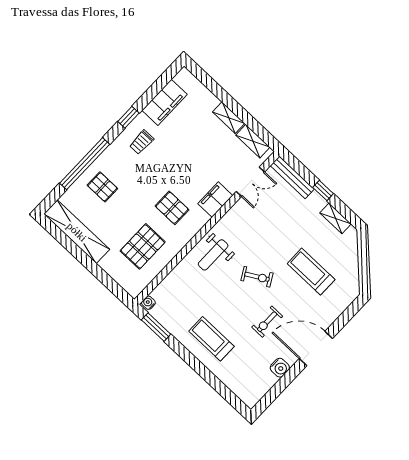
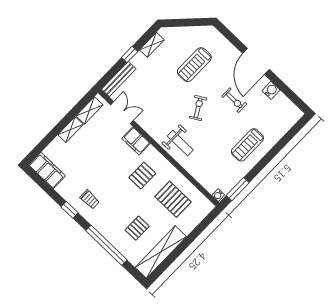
filing cabinet: (165, 102) -> (47, 170), moved
pallet: (102, 187) -> (137, 228), moved

